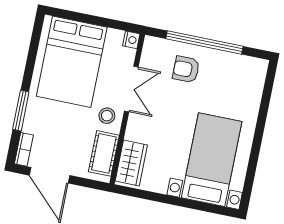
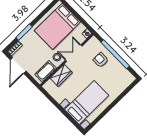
double door: (131, 89) -> (74, 53), swing flipped
wardrobe: (131, 163) -> (61, 75), moved

